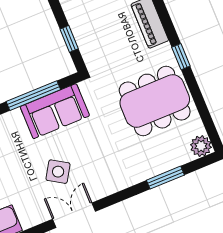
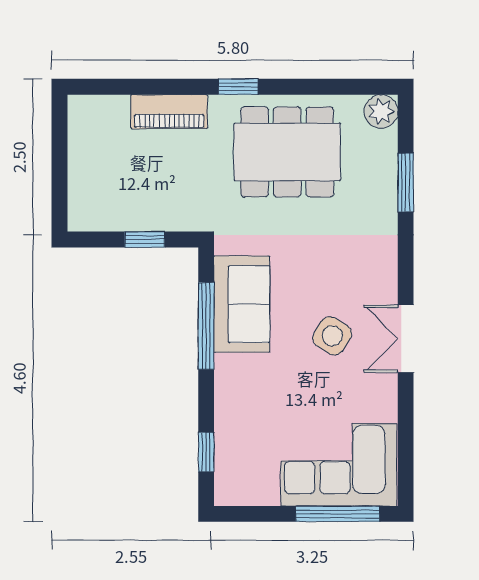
dining table: (155, 101) -> (287, 152), turned 90

